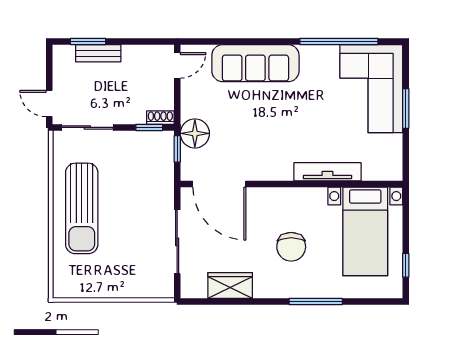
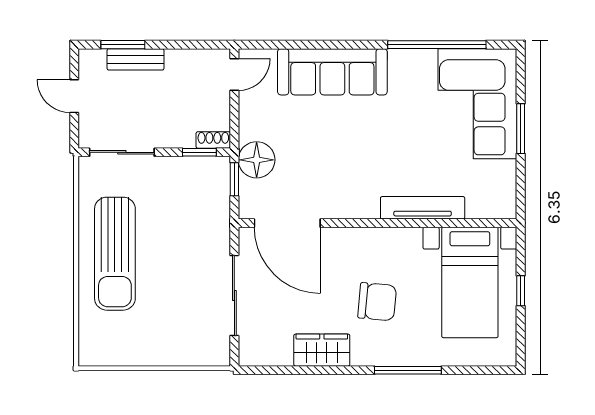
door: (49, 104) -> (74, 96), moved
chair: (291, 247) -> (377, 302), turned -85
window: (406, 265) -> (521, 291), moved
wardrobe: (230, 285) -> (322, 350), moved

